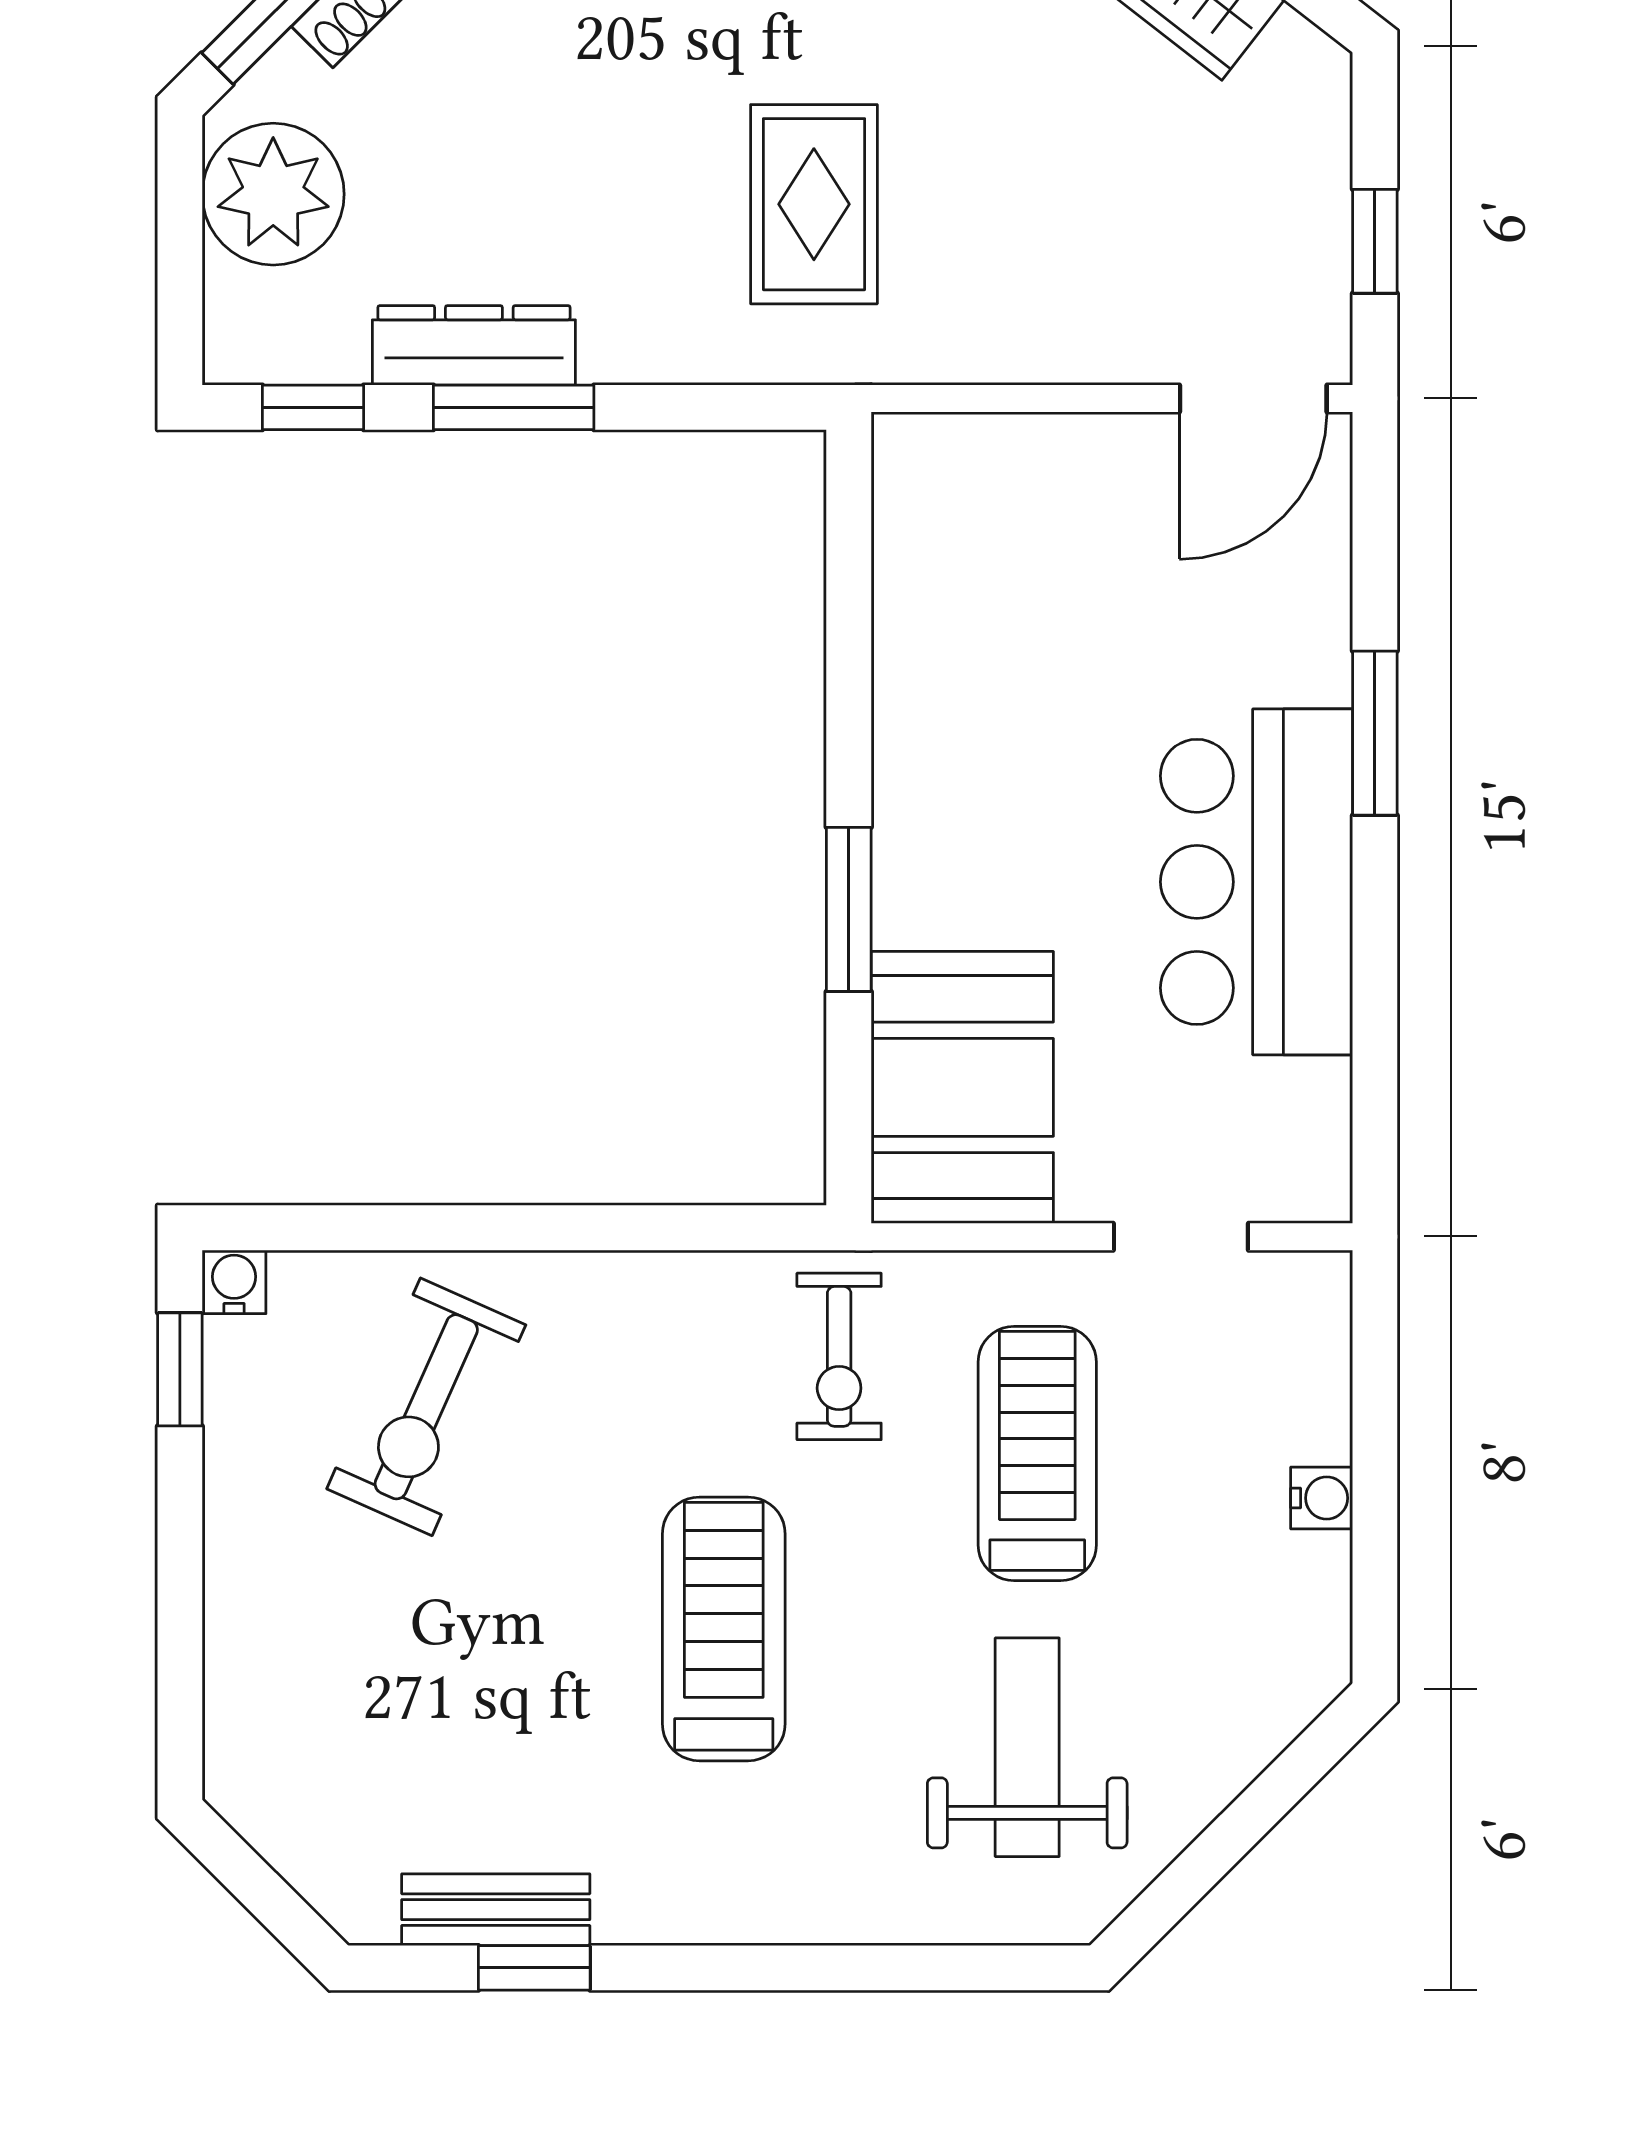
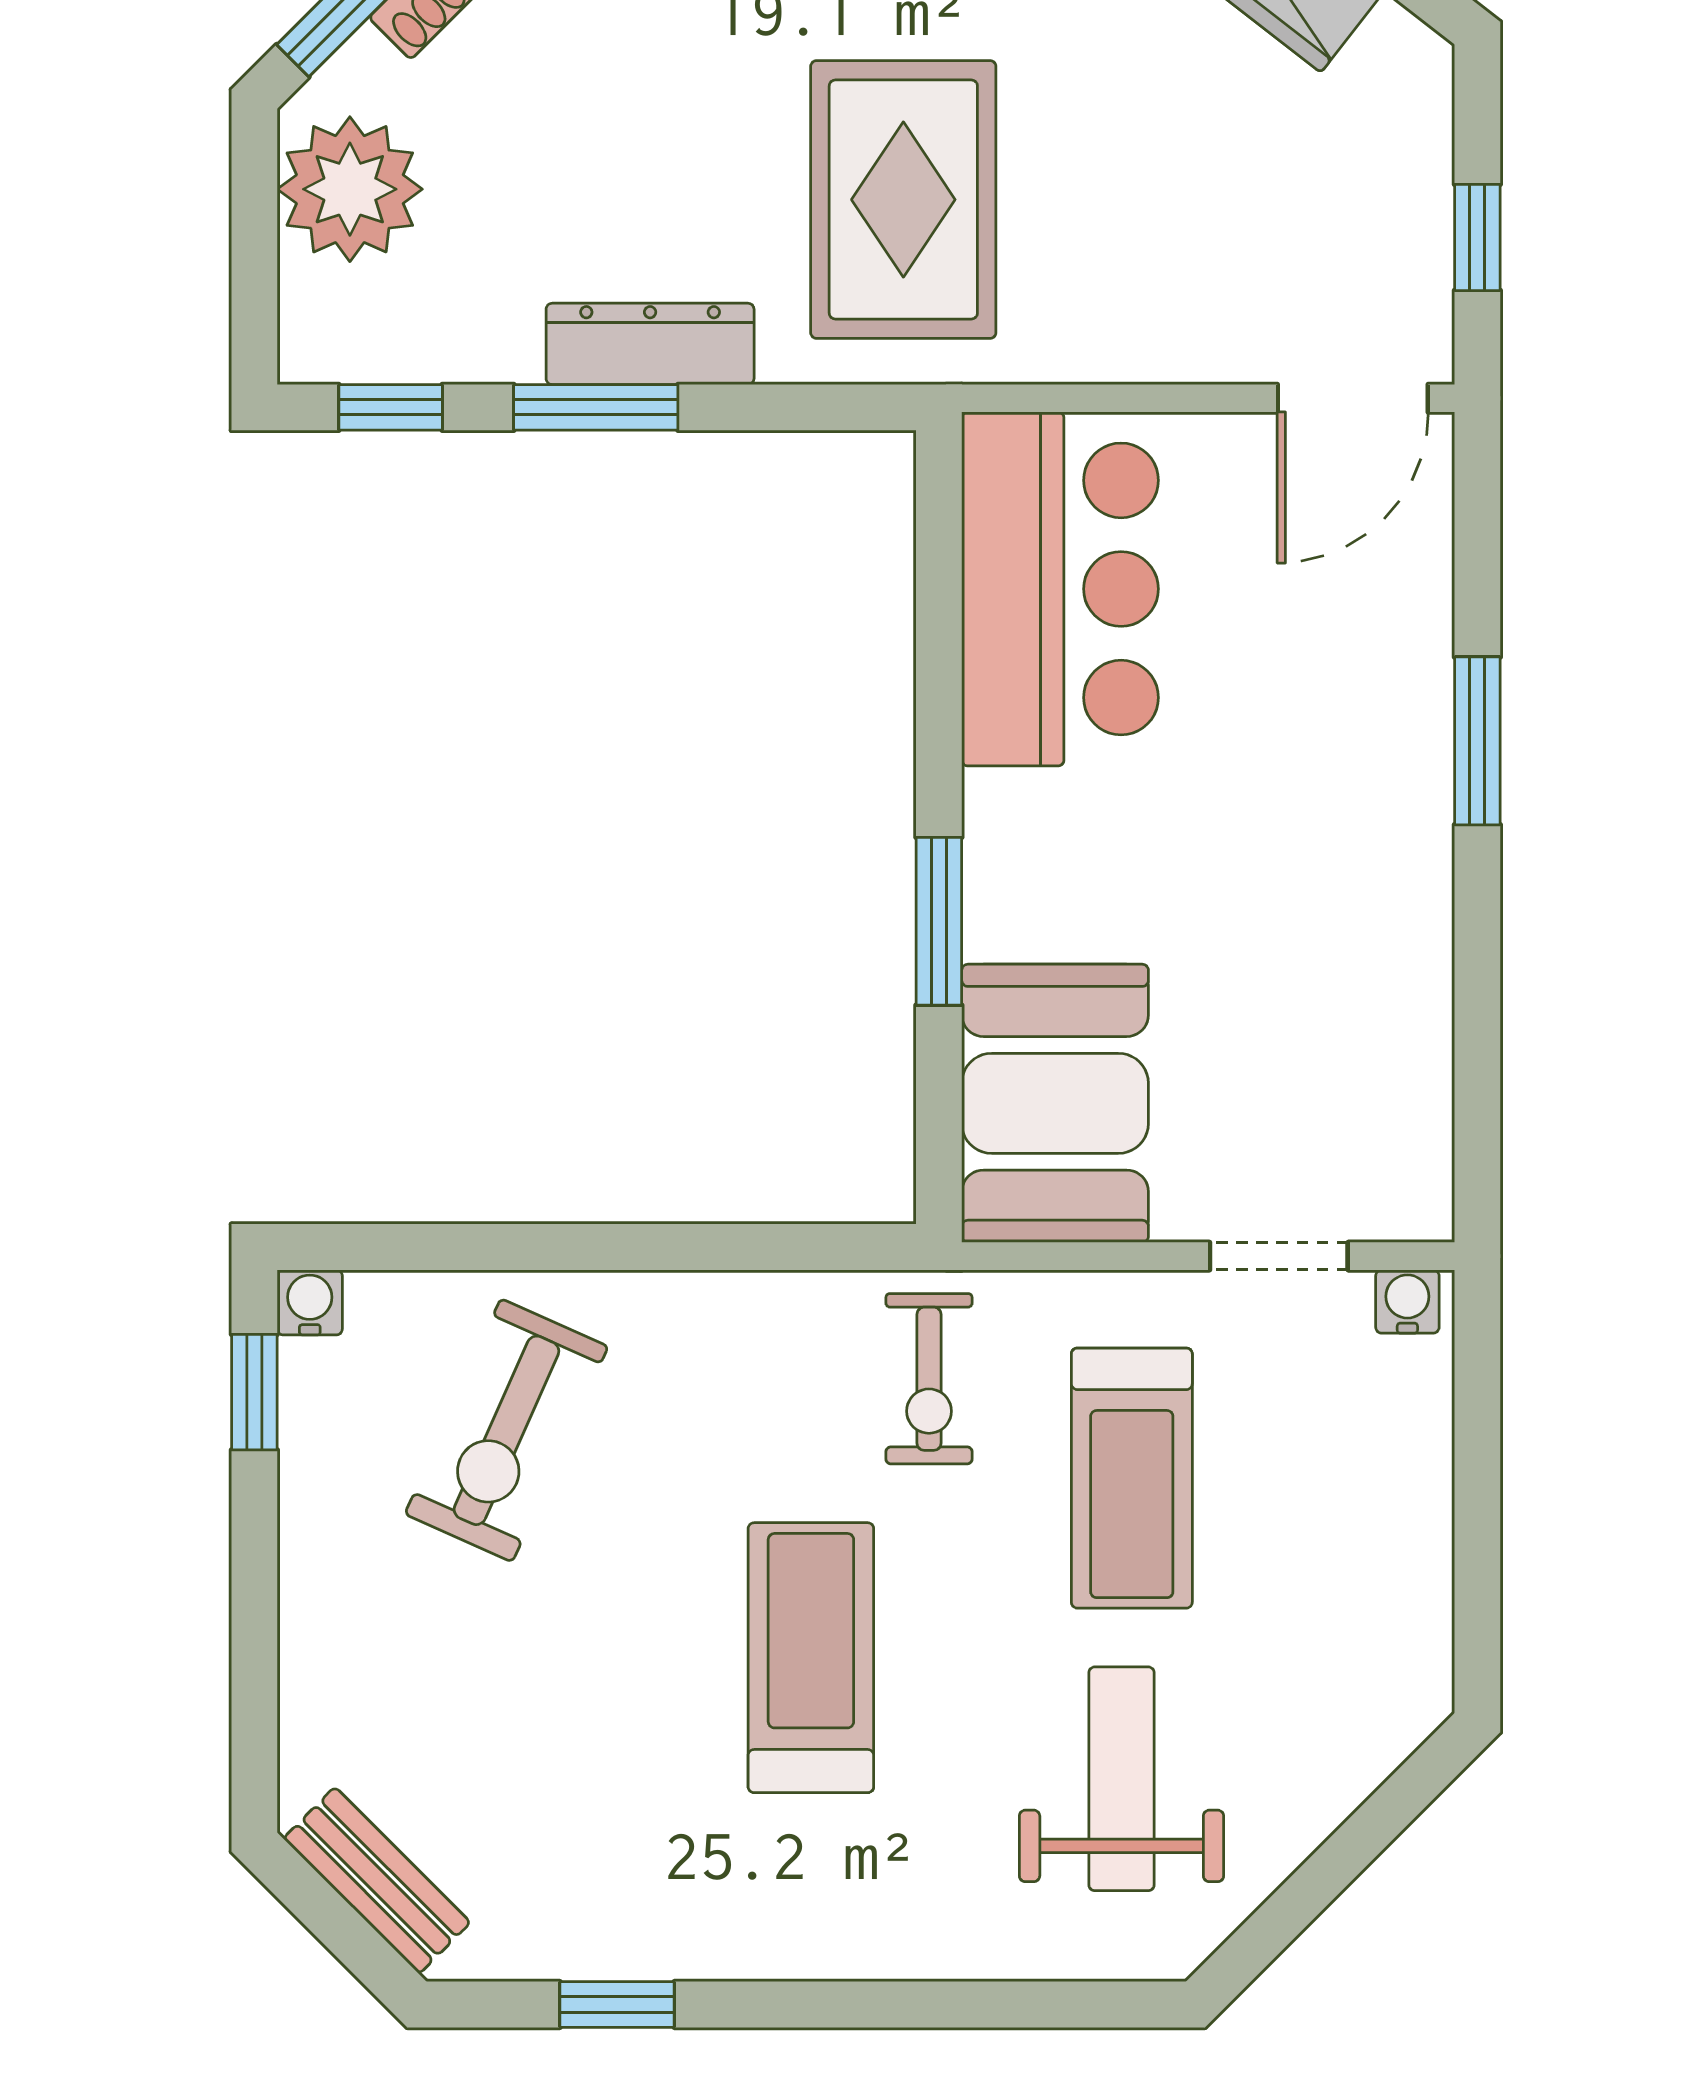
rug: (814, 204) -> (903, 200), width x1.36, depth x1.43
dresser: (474, 345) -> (650, 344), moved
bar counter: (1256, 882) -> (1060, 589), moved, turned 180
treadmill: (1037, 1453) -> (1132, 1478), turned 180
water cooler: (1322, 1498) -> (1407, 1302), moved, turned -90
bench: (496, 1910) -> (377, 1880), moved, turned 45

